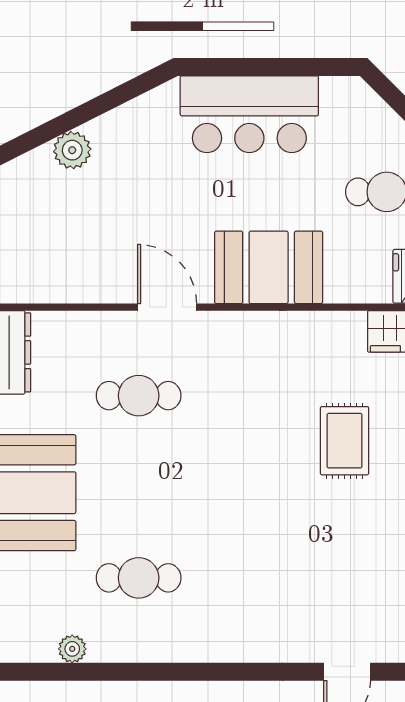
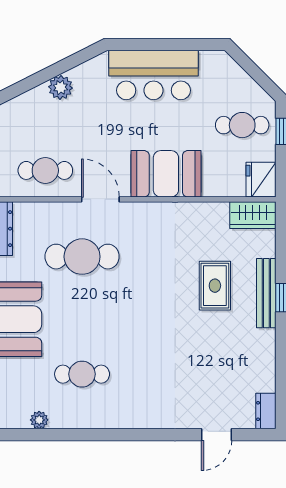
plant: (72, 150) -> (61, 87), moved
cafe table: (82, 262) -> (45, 170), added
cafe table: (139, 396) -> (82, 257), width x1.37, depth x1.35

